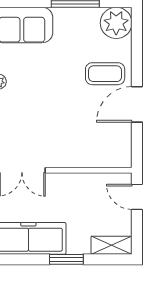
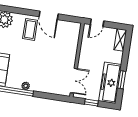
window: (66, 259) -> (122, 80), moved

